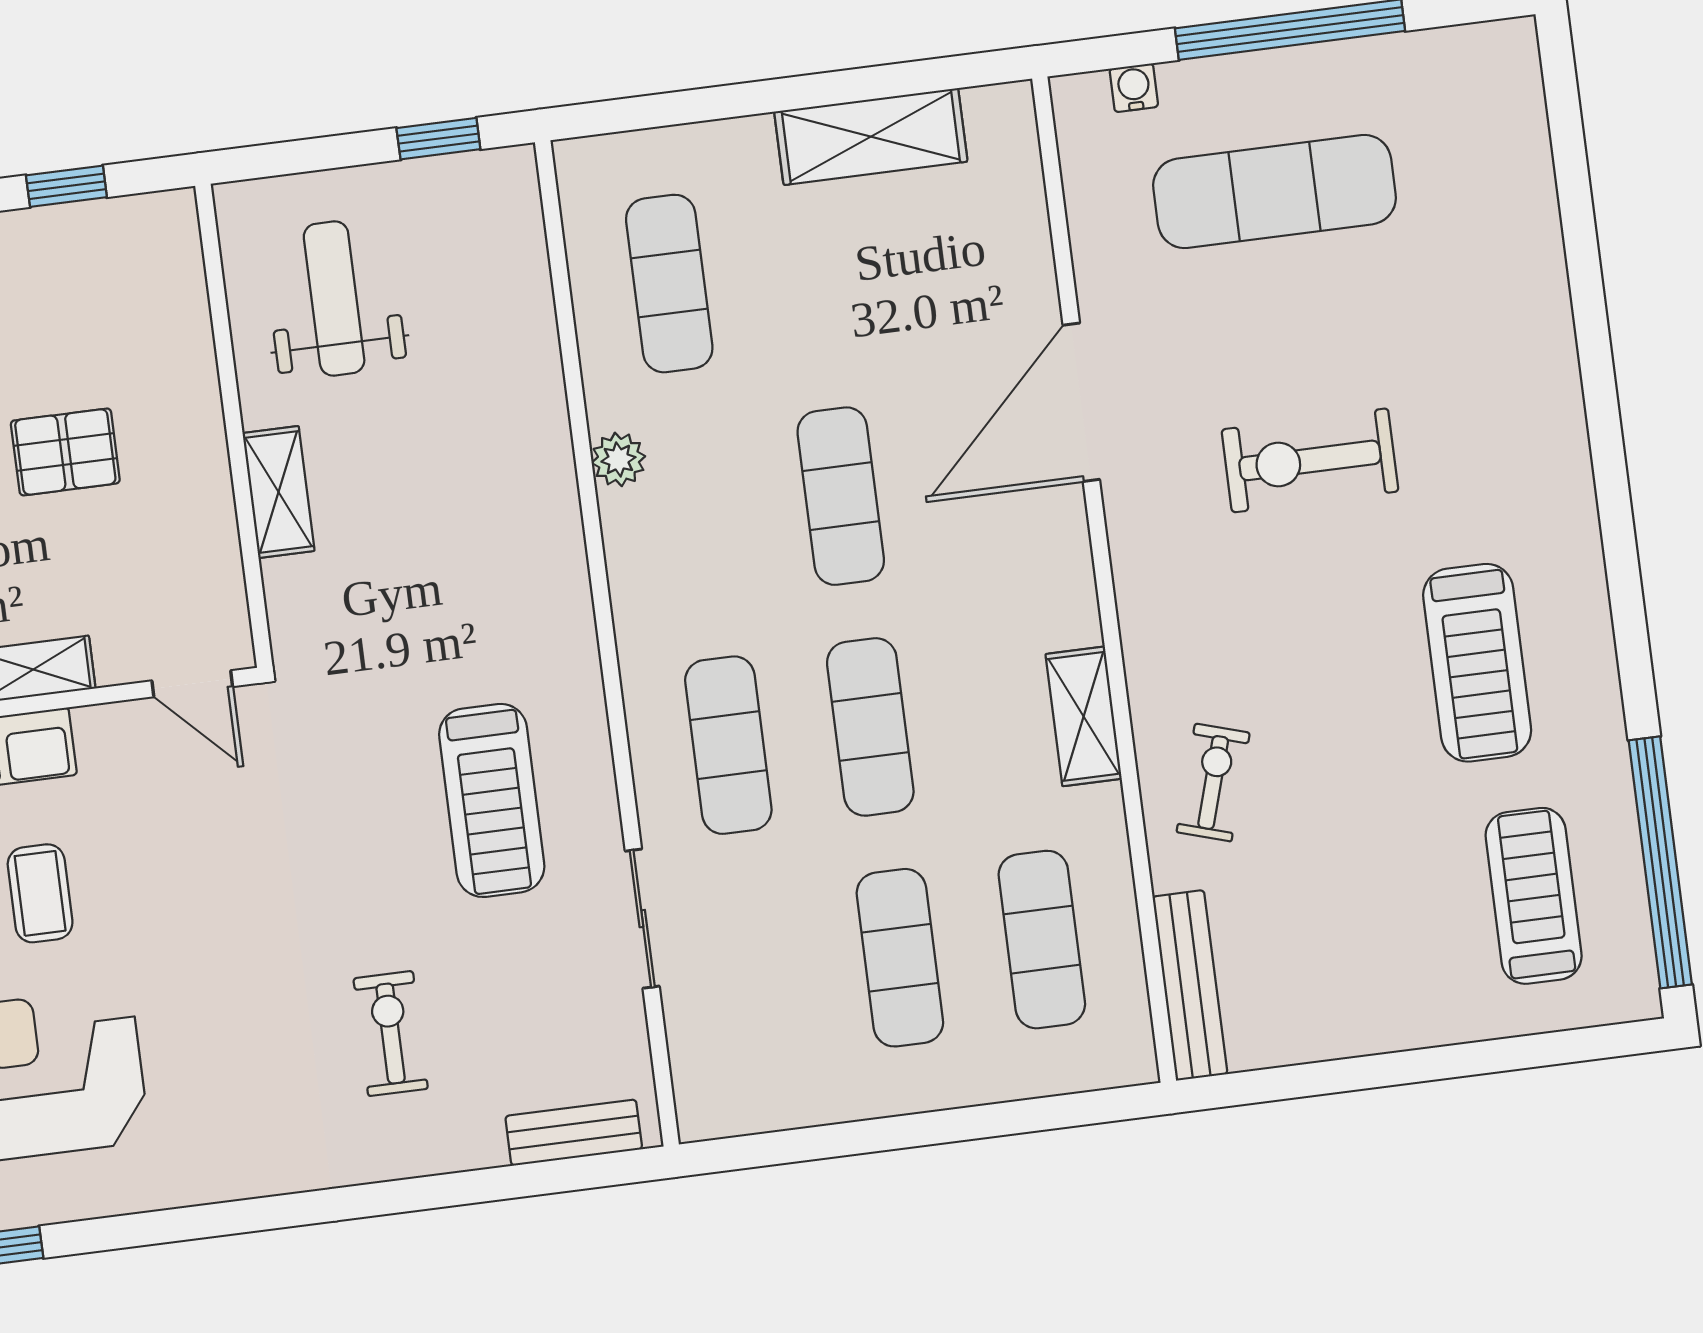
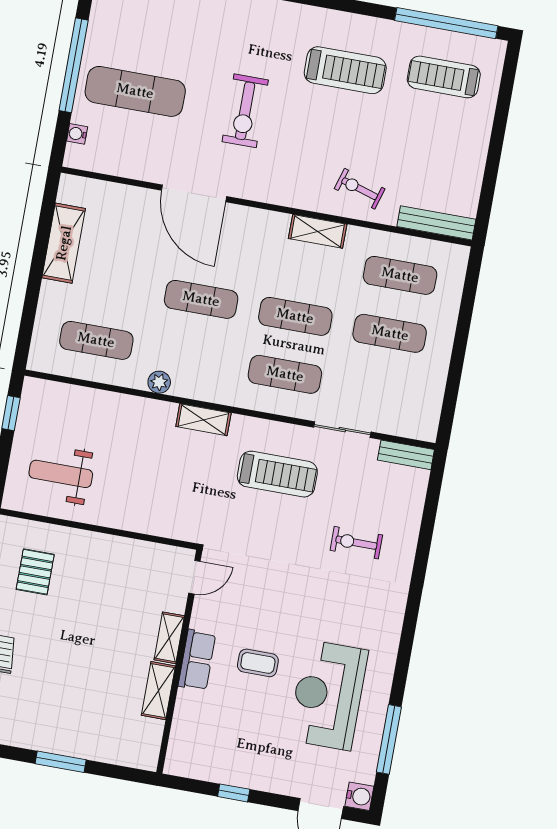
exercise mat: (1275, 192) -> (135, 91), turned 90
pallet: (65, 452) -> (35, 572), moved
shelving: (279, 492) -> (203, 420), moved
bench: (574, 1133) -> (406, 455), moved, turned 90

